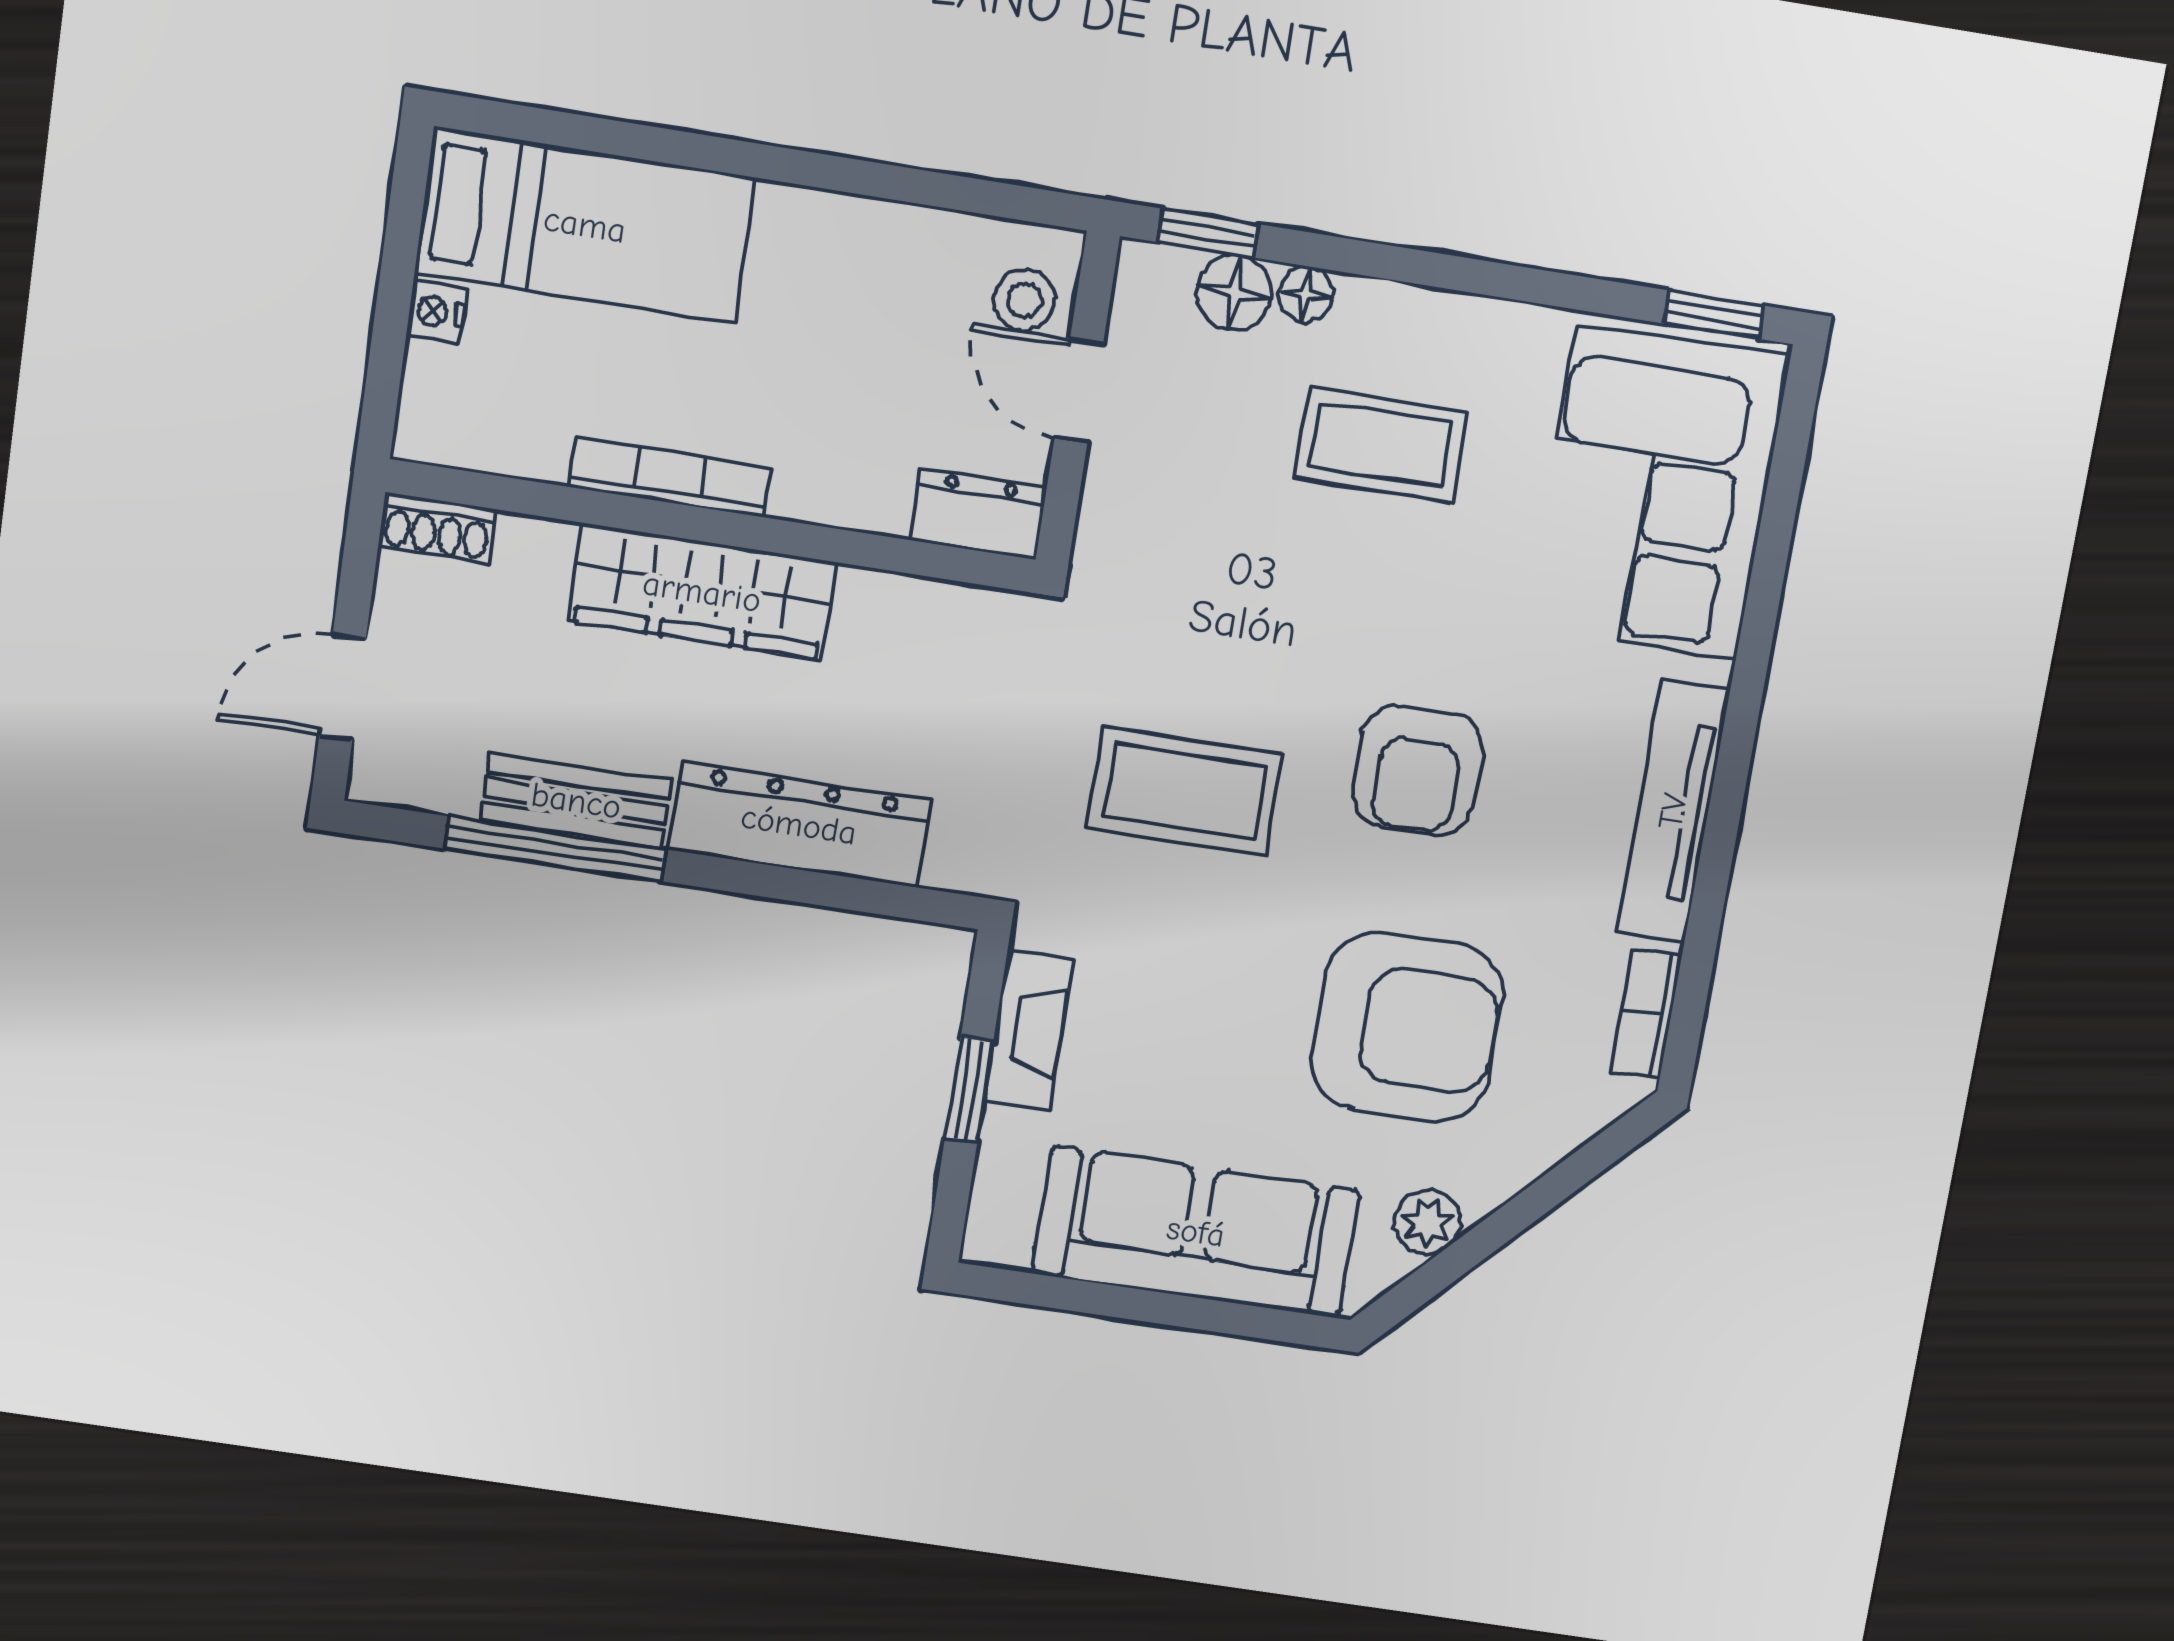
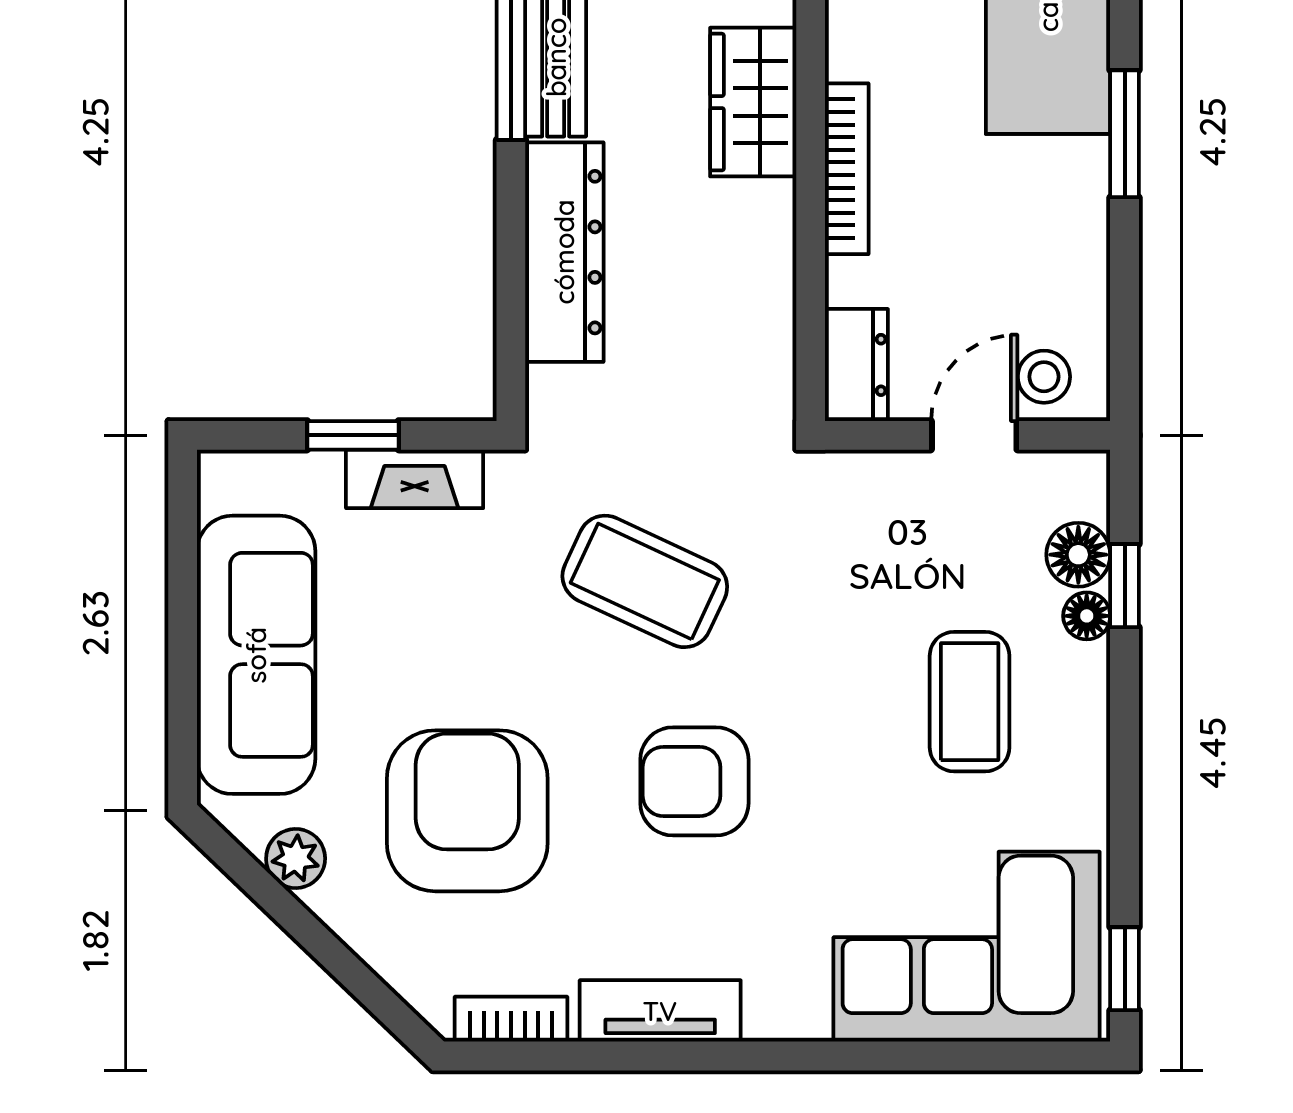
window: (758, 161) -> (1125, 134), added
window: (1208, 233) -> (1125, 586), moved
bookcase: (670, 477) -> (847, 169), moved
wardrobe: (702, 592) -> (753, 102), width x0.67
coffee table: (1184, 791) -> (645, 581), turned -65
tv unit: (1673, 811) -> (660, 1011), width x0.71
armchair: (1407, 1027) -> (467, 811), turned 180

